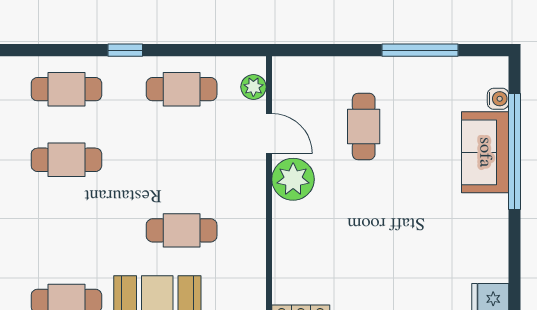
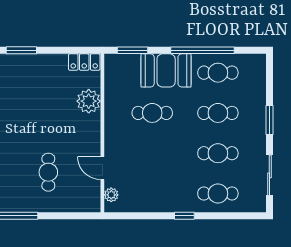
cafe table: (182, 89) -> (218, 113), moved
plant: (293, 179) -> (89, 101), moved

